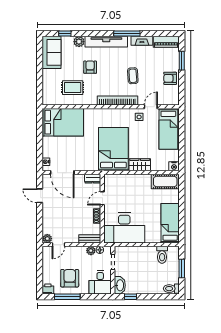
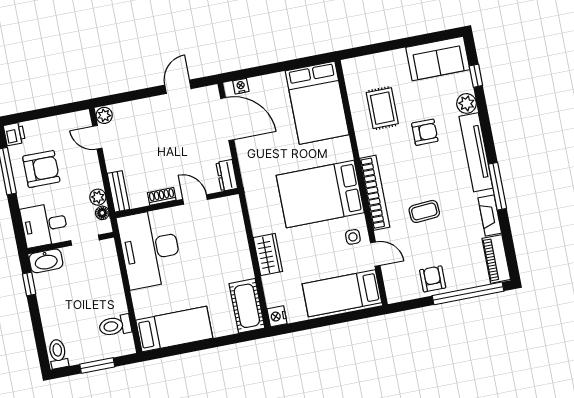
window: (182, 61) -> (468, 293), width x2.11
bed: (113, 149) -> (320, 194), moved, turned 180
door: (62, 173) -> (227, 119), swing flipped

